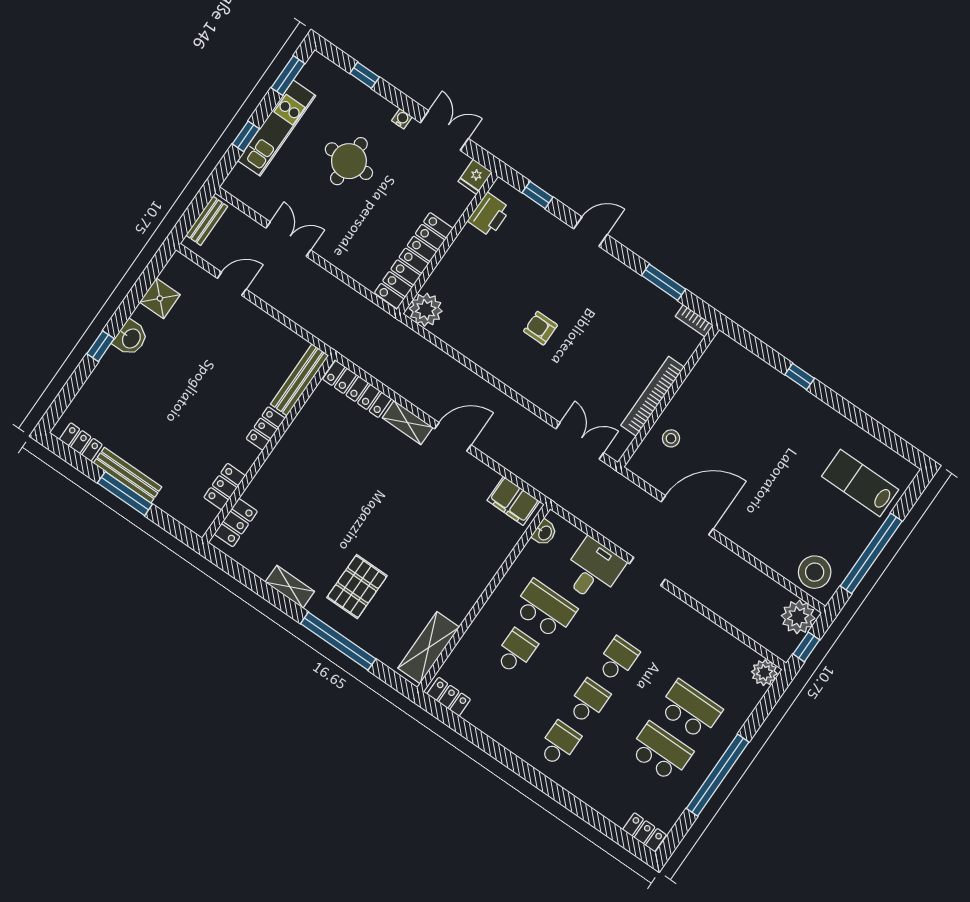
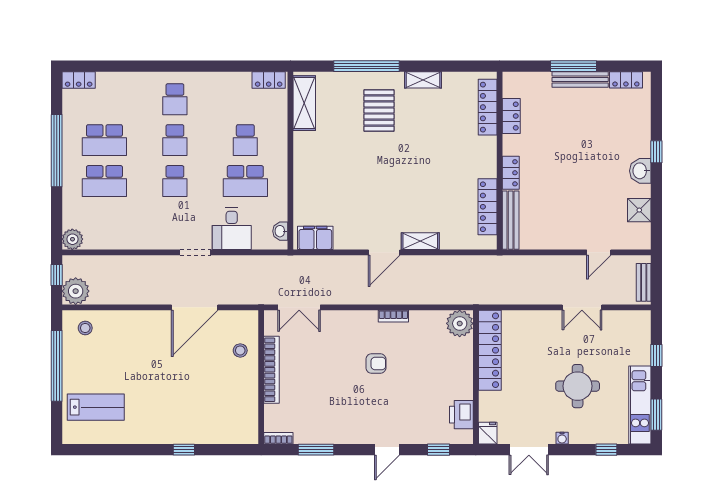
kitchen unit: (277, 128) -> (640, 405), moved
bookcase: (489, 365) -> (393, 316), added
locker: (357, 389) -> (488, 207), moved, turned -90
locker: (236, 523) -> (488, 107), width x1.53
stool: (815, 572) -> (85, 328), width x0.53, depth x0.53

